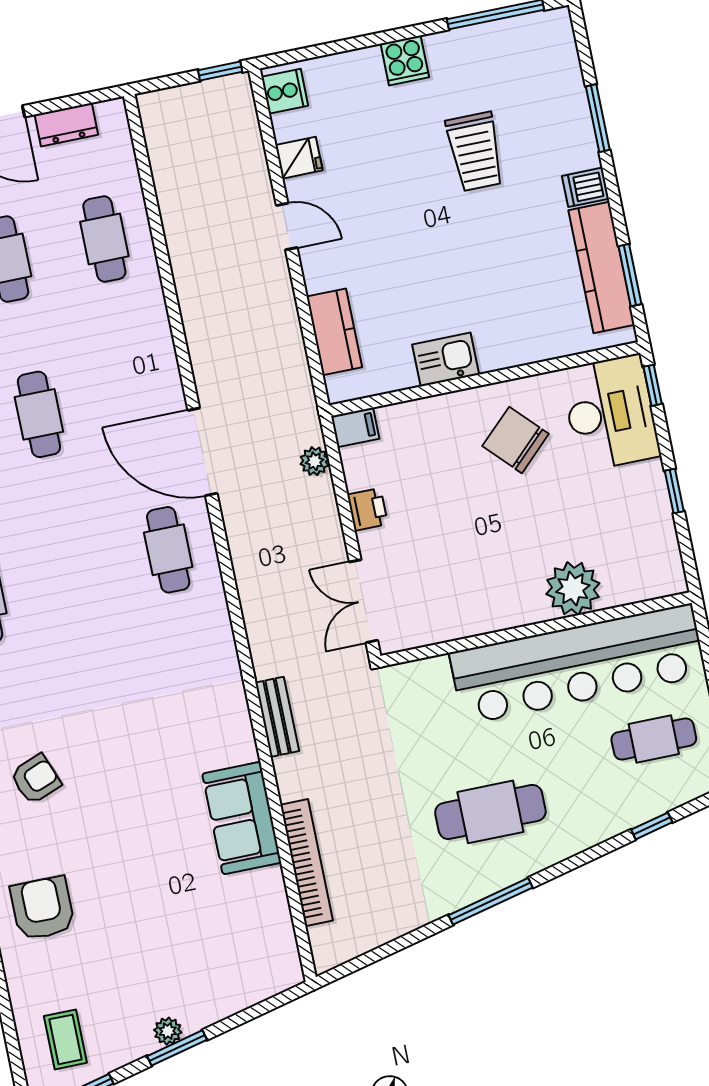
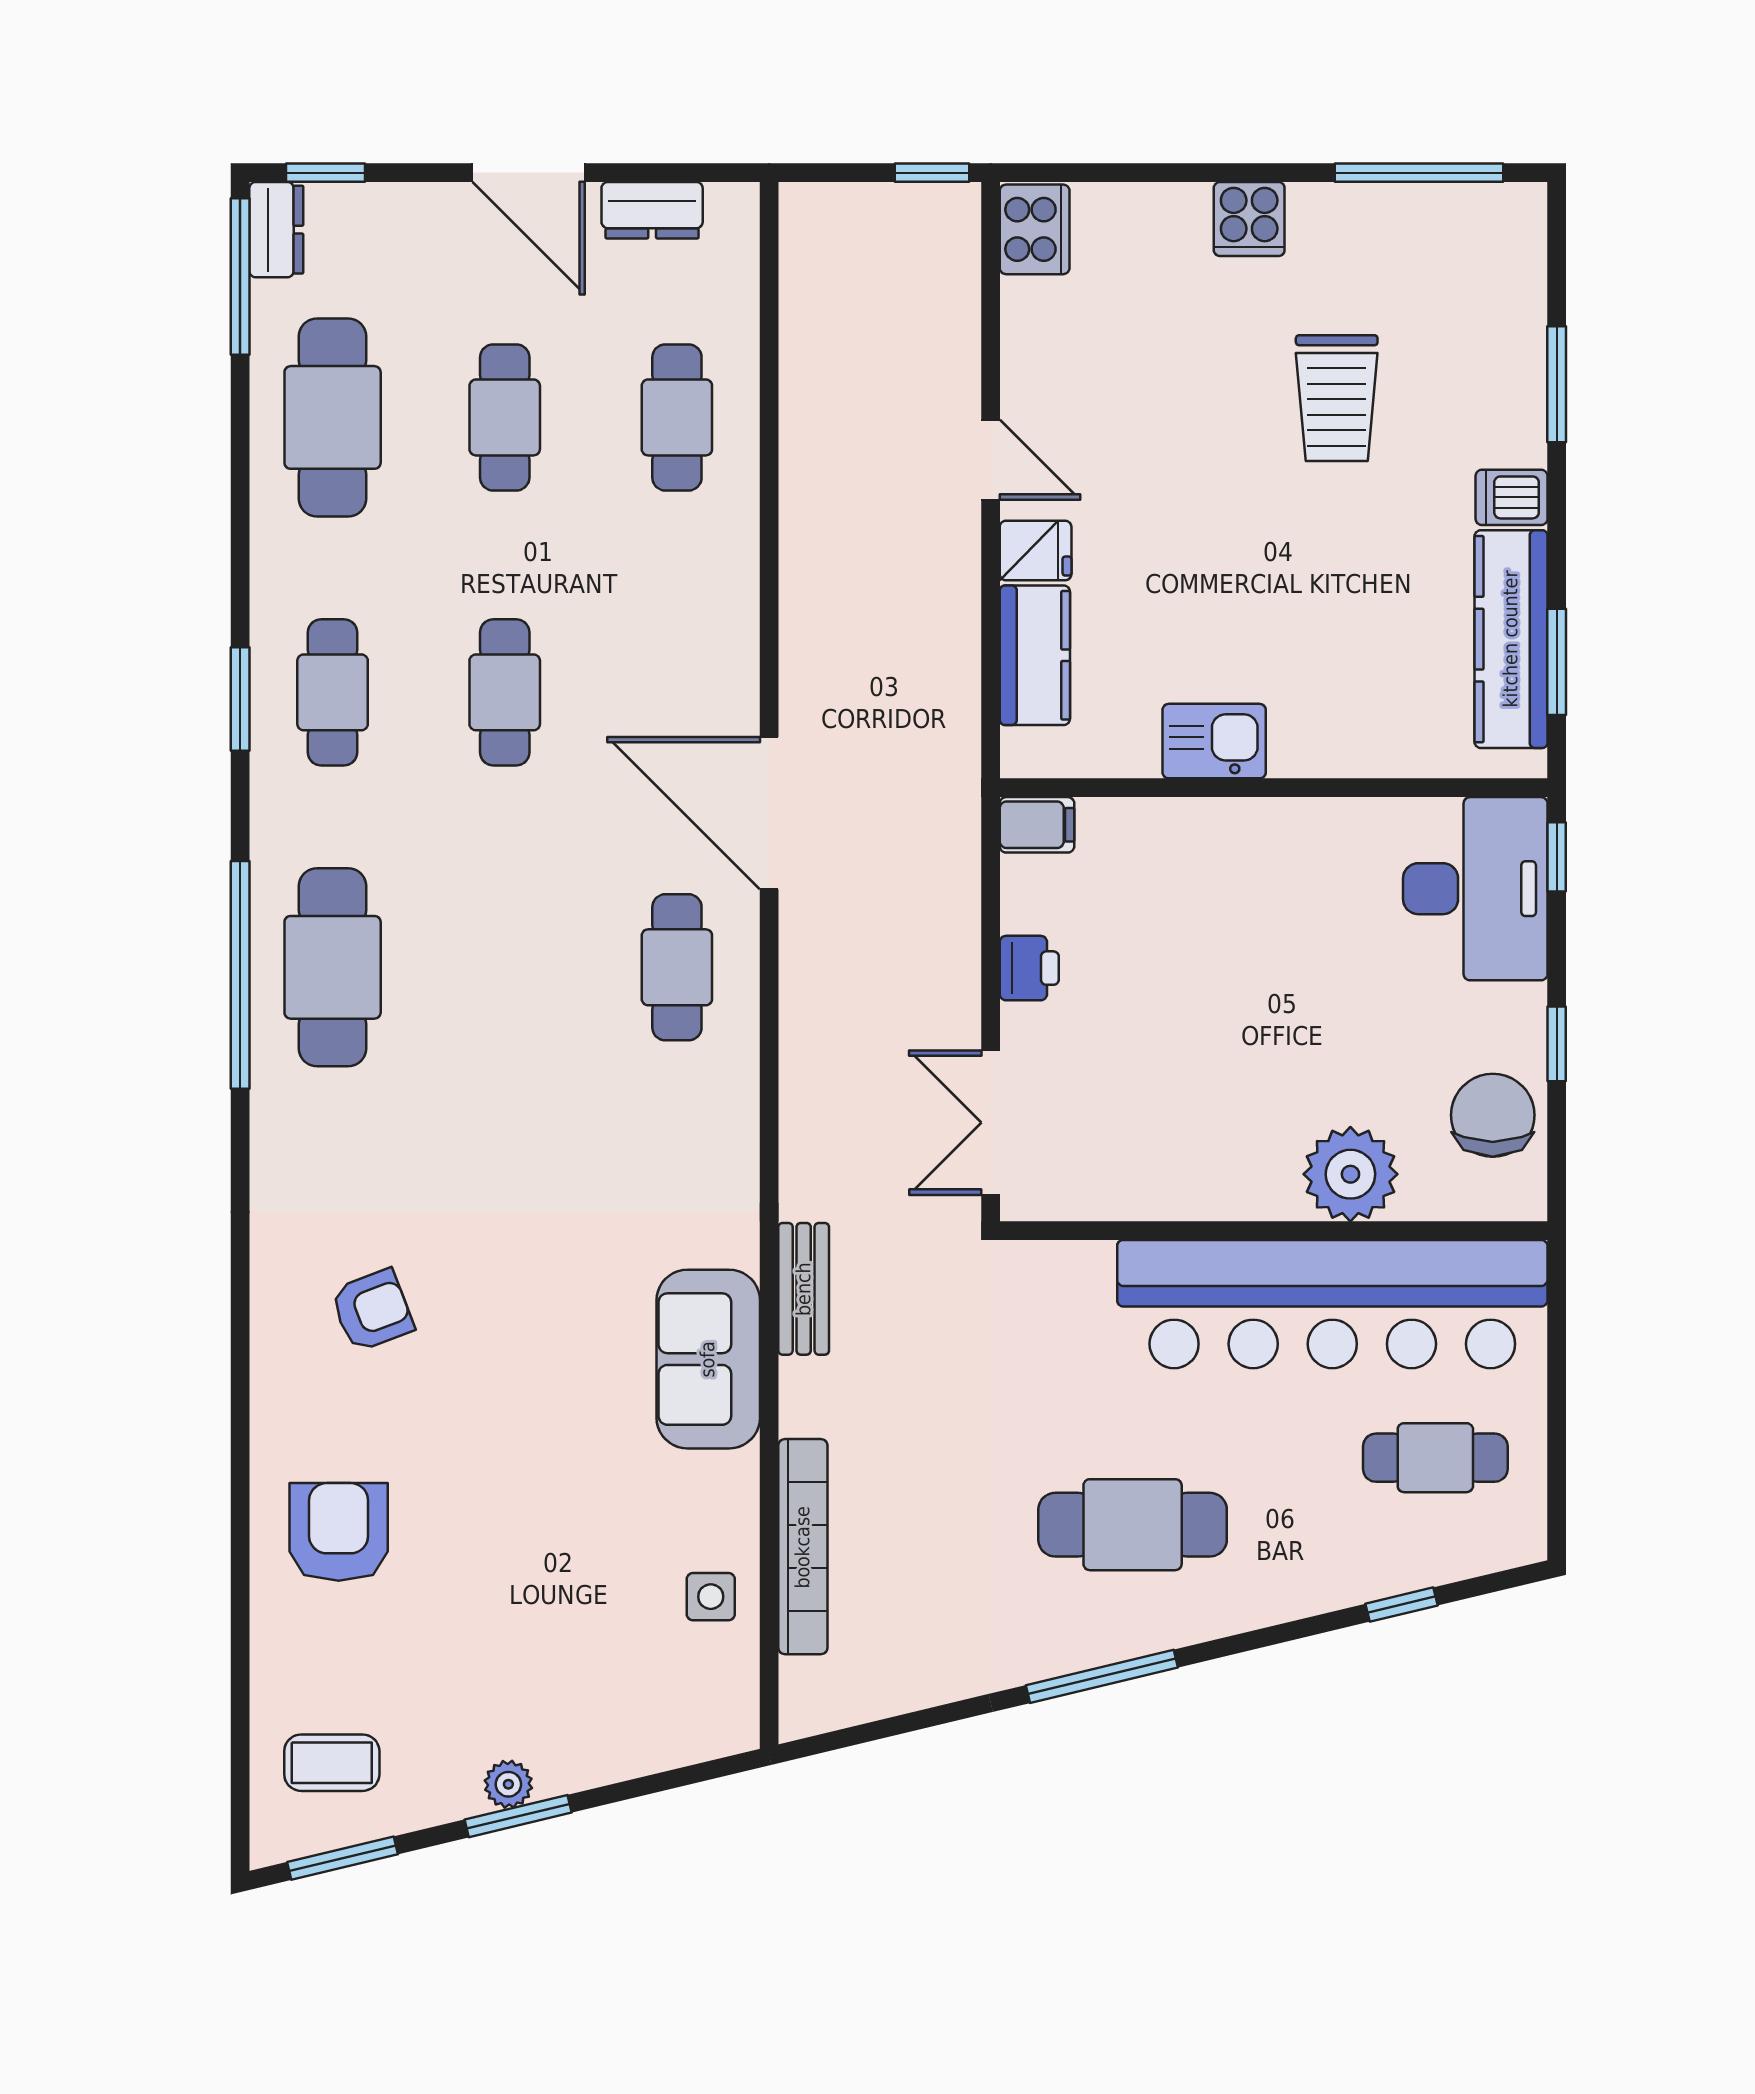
cooker: (285, 91) -> (1035, 229), width x1.36
fridge: (299, 158) -> (1036, 551), moved
chair: (516, 440) -> (1493, 1115), moved, turned 44
plant: (315, 461) -> (956, 868), removed
sofa: (242, 818) -> (708, 1359), moved
side table: (260, 902) -> (711, 1597), added
coffee table: (65, 1039) -> (332, 1763), turned 90

